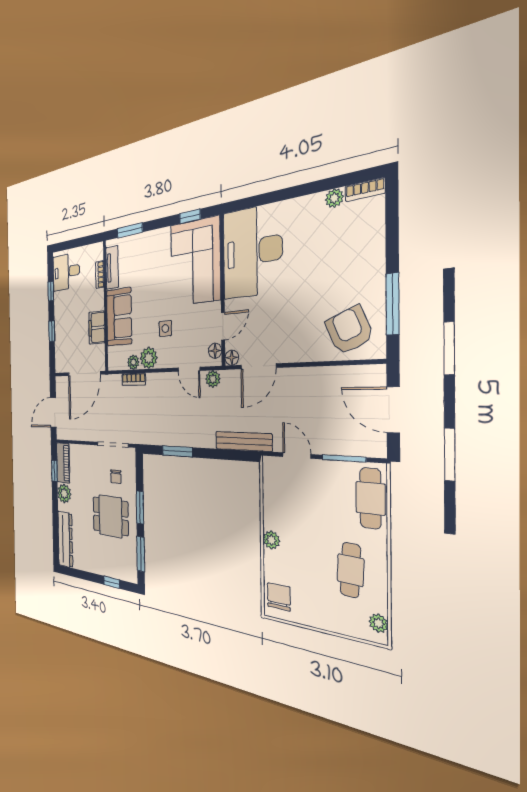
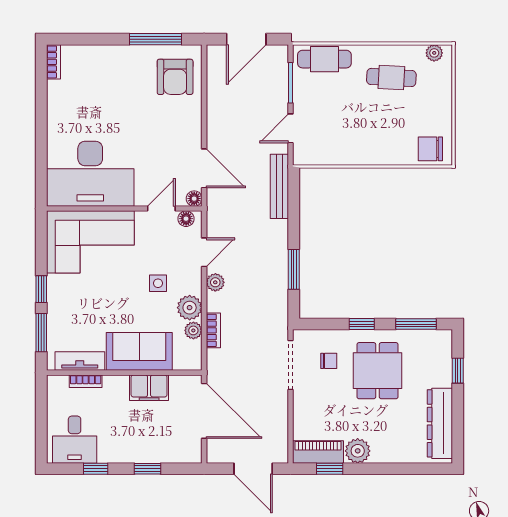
plant: (334, 198) -> (55, 89), removed
window: (190, 216) -> (41, 289), moved
door: (223, 326) -> (161, 209), hinge flipped
armchair: (349, 330) -> (175, 77), turned -67
plant: (213, 379) -> (215, 282), moved
window: (140, 507) -> (362, 324), width x0.67
dresser: (65, 539) -> (440, 423), moved, turned -90
plant: (271, 540) -> (375, 156), removed

